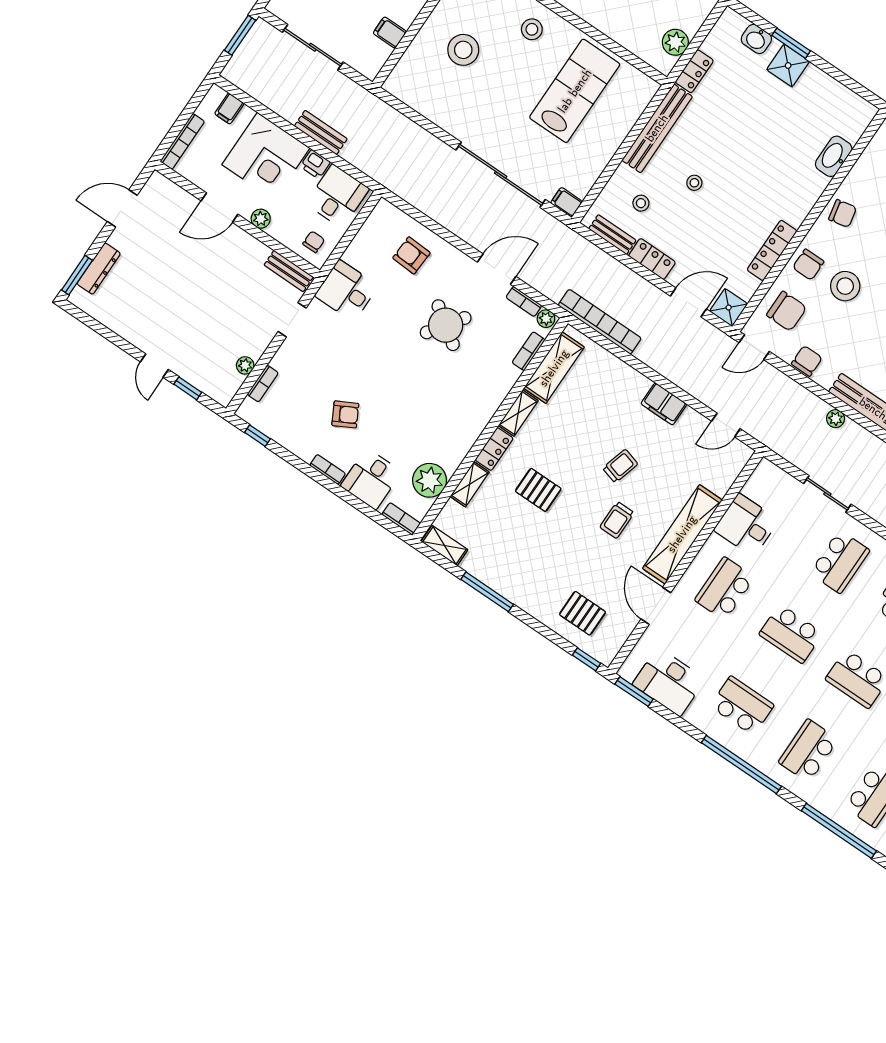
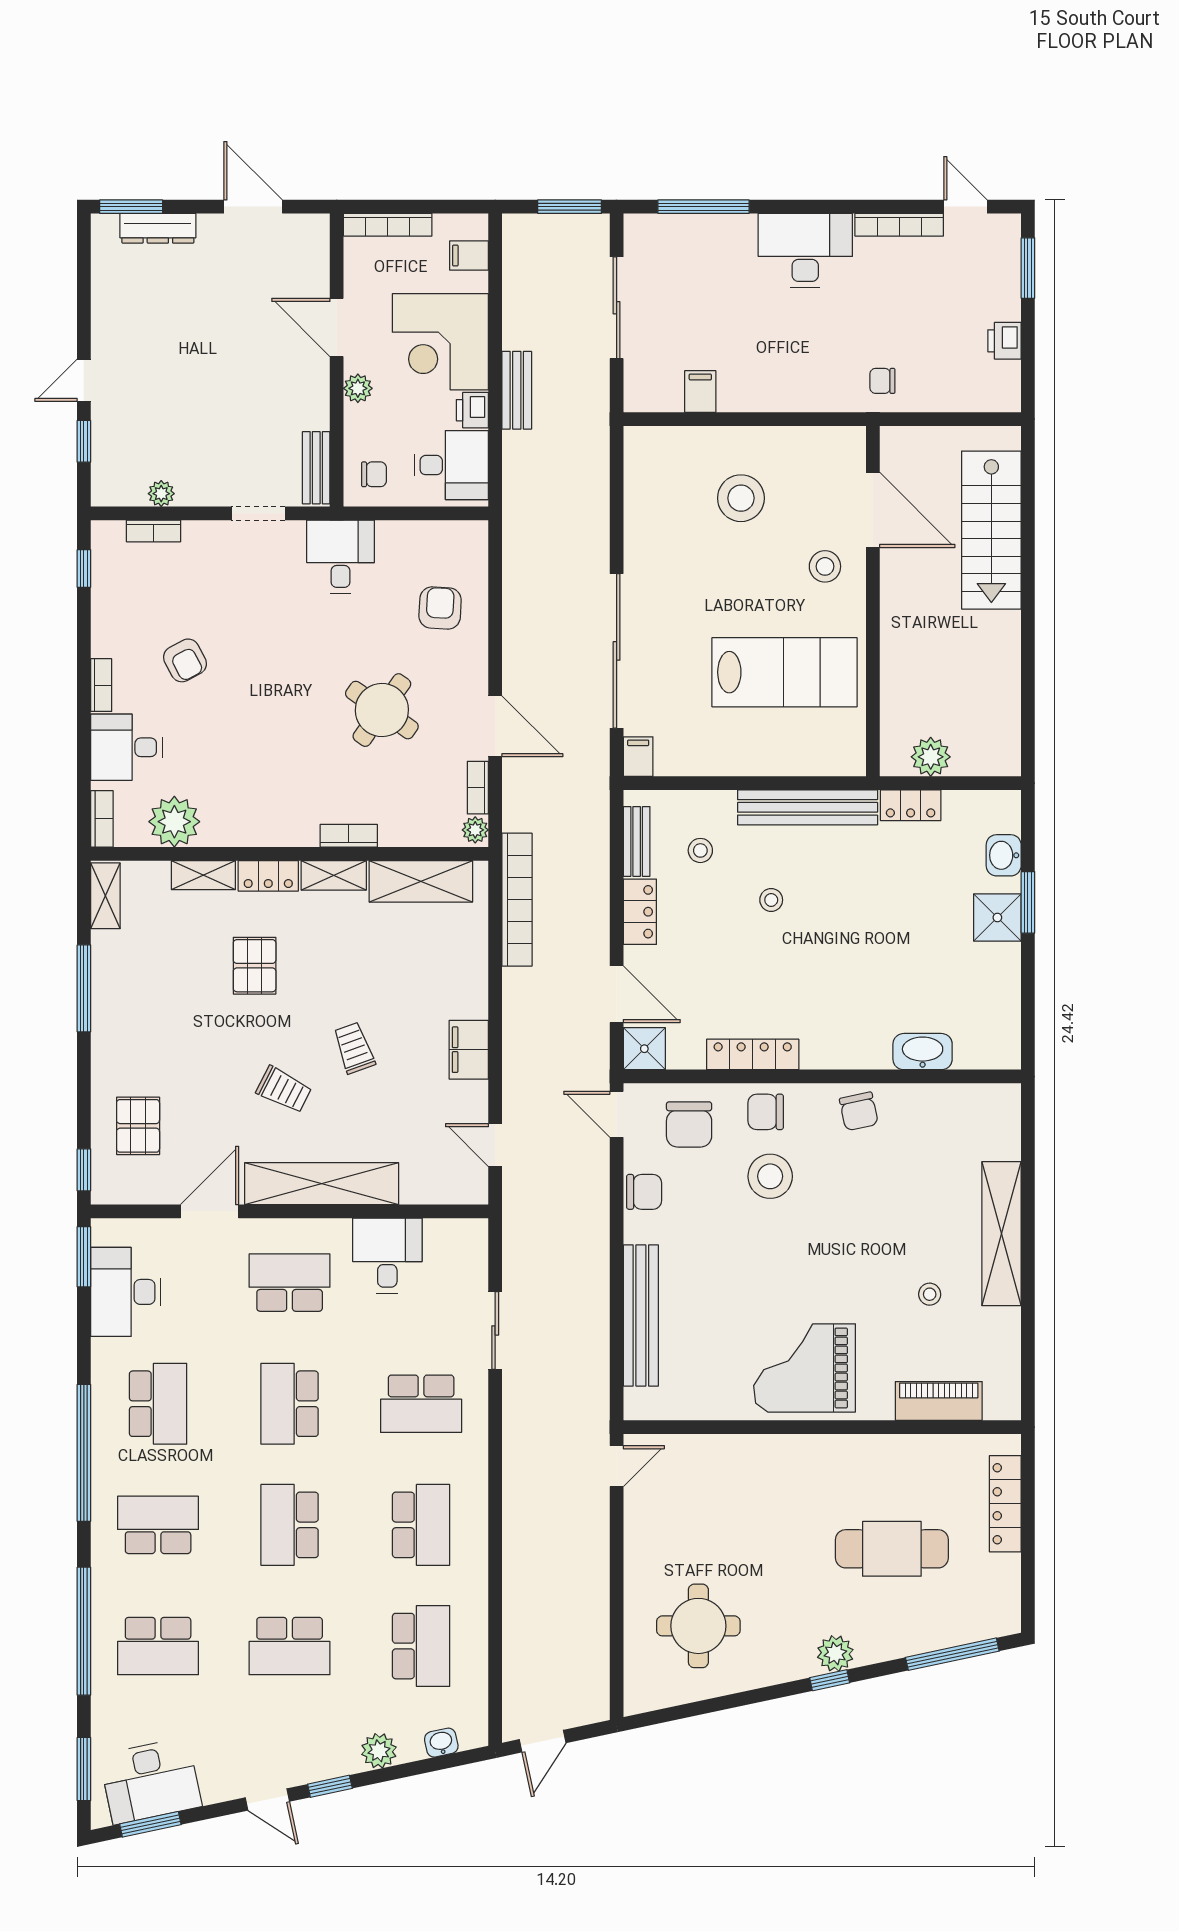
bookcase: (529, 351) -> (349, 836), moved
plant: (836, 419) -> (596, 1277), removed
trolley: (620, 466) -> (354, 1048), turned -126
trolley: (617, 520) -> (284, 1090), turned -153

